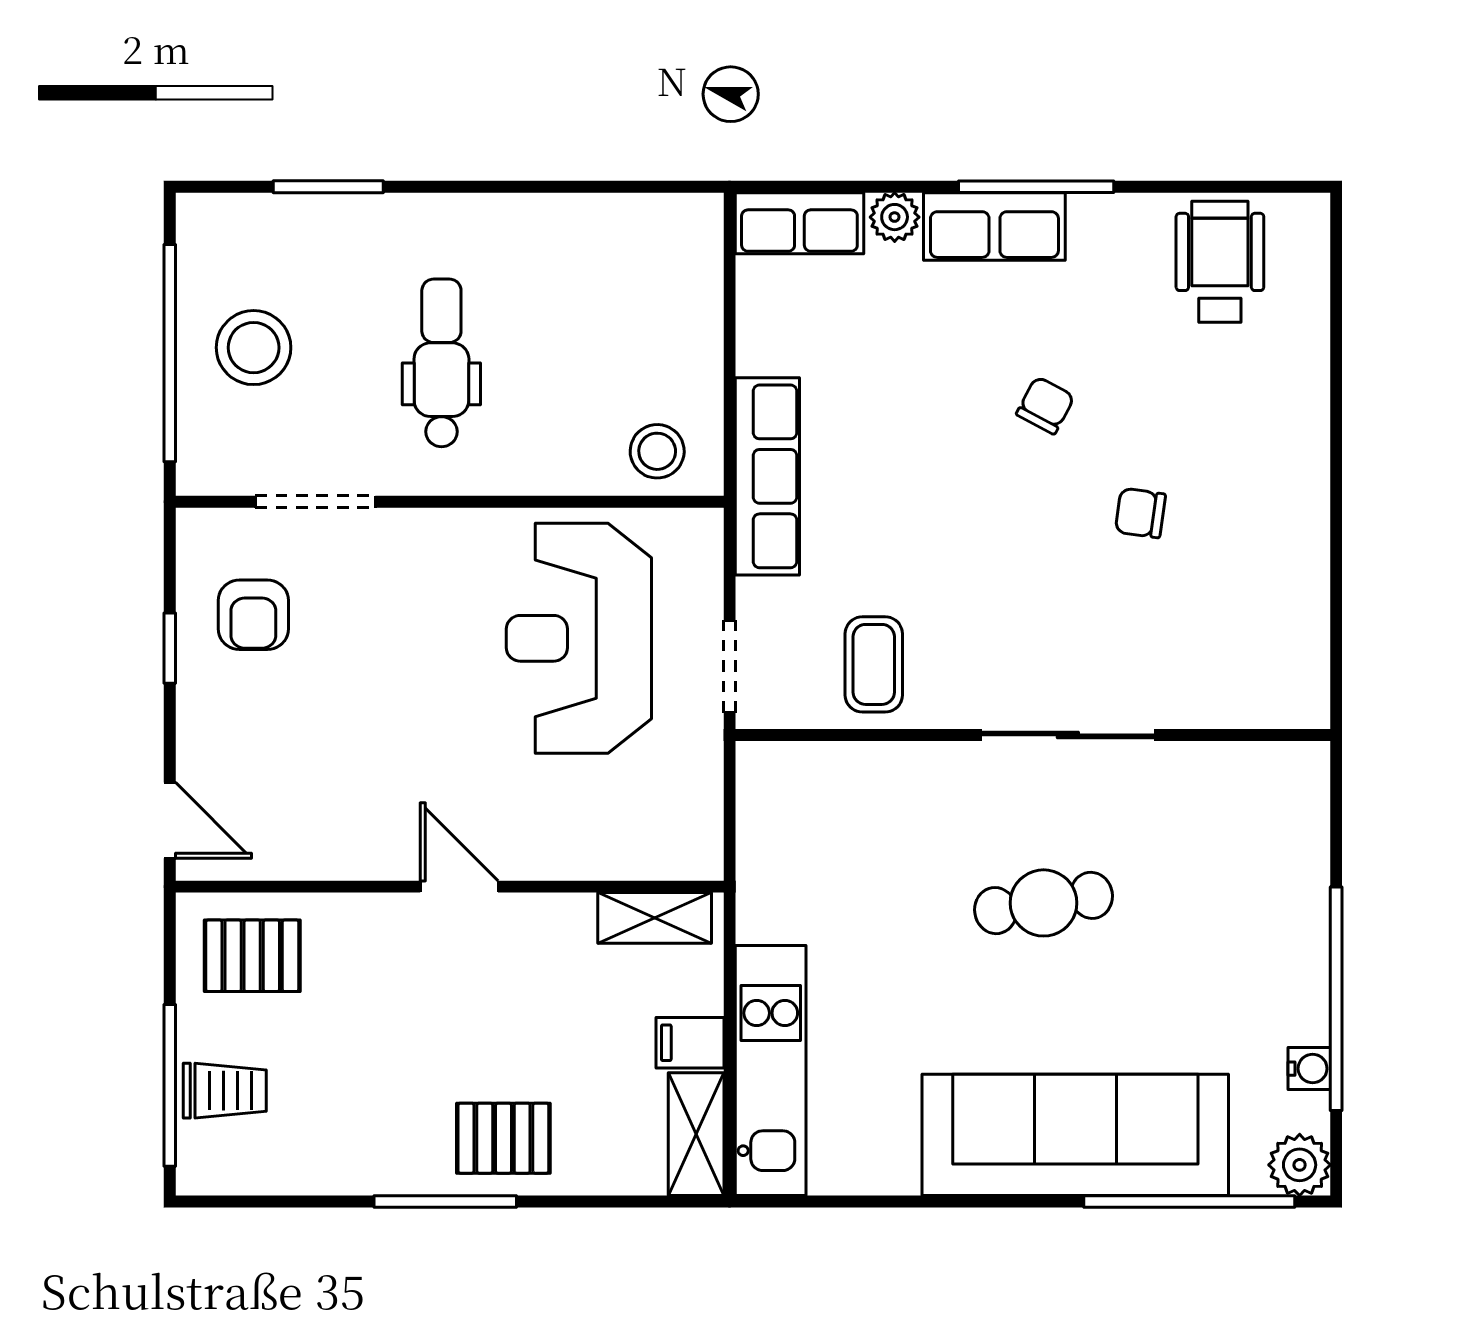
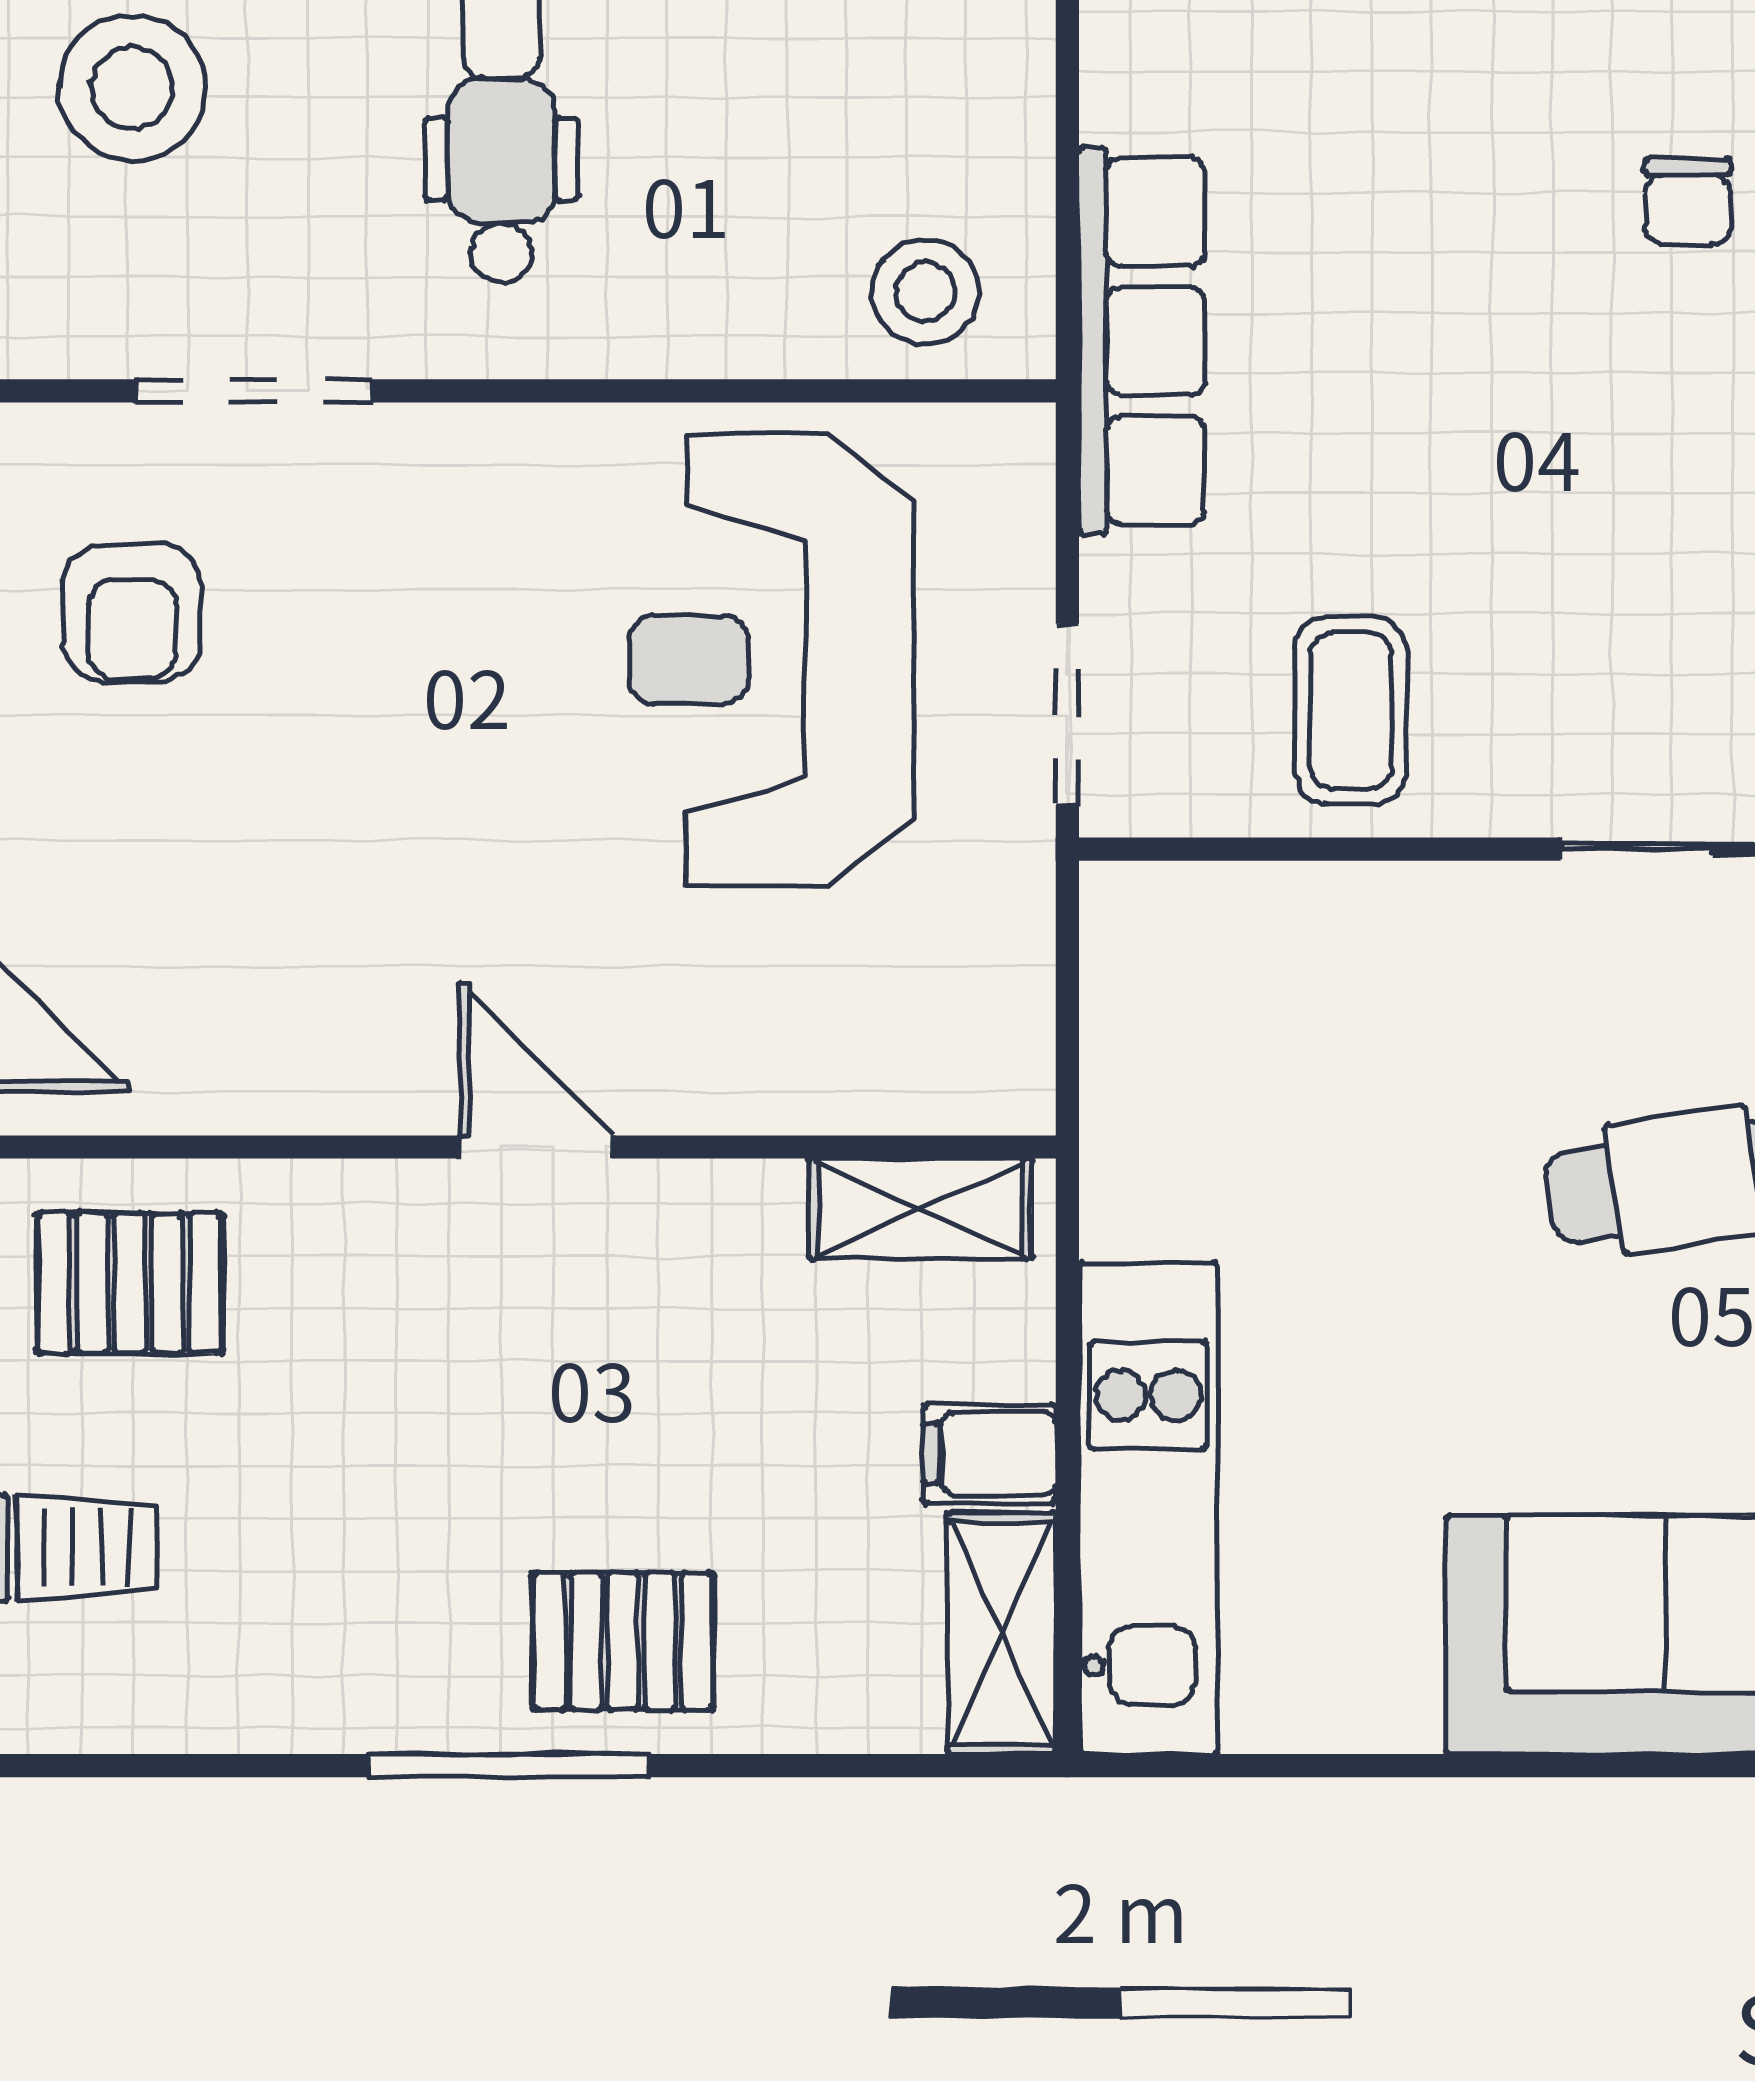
chair: (1045, 405) -> (1688, 201), turned 152

